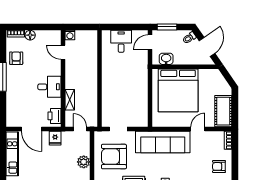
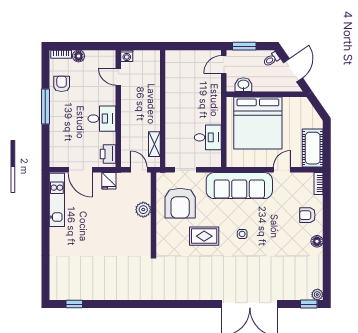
desk: (121, 41) -> (208, 137), moved, turned 90
shelving: (70, 100) -> (154, 144), moved
armchair: (114, 157) -> (180, 203), turned -90

